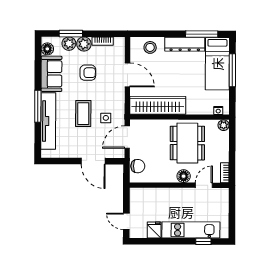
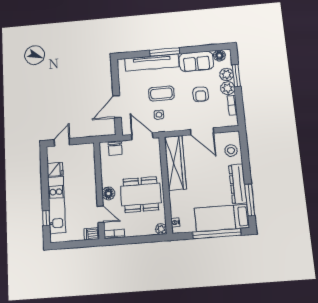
window: (232, 70) -> (217, 234), width x1.46
door: (127, 75) -> (202, 131), hinge flipped
dishwasher: (223, 196) -> (92, 234), added

